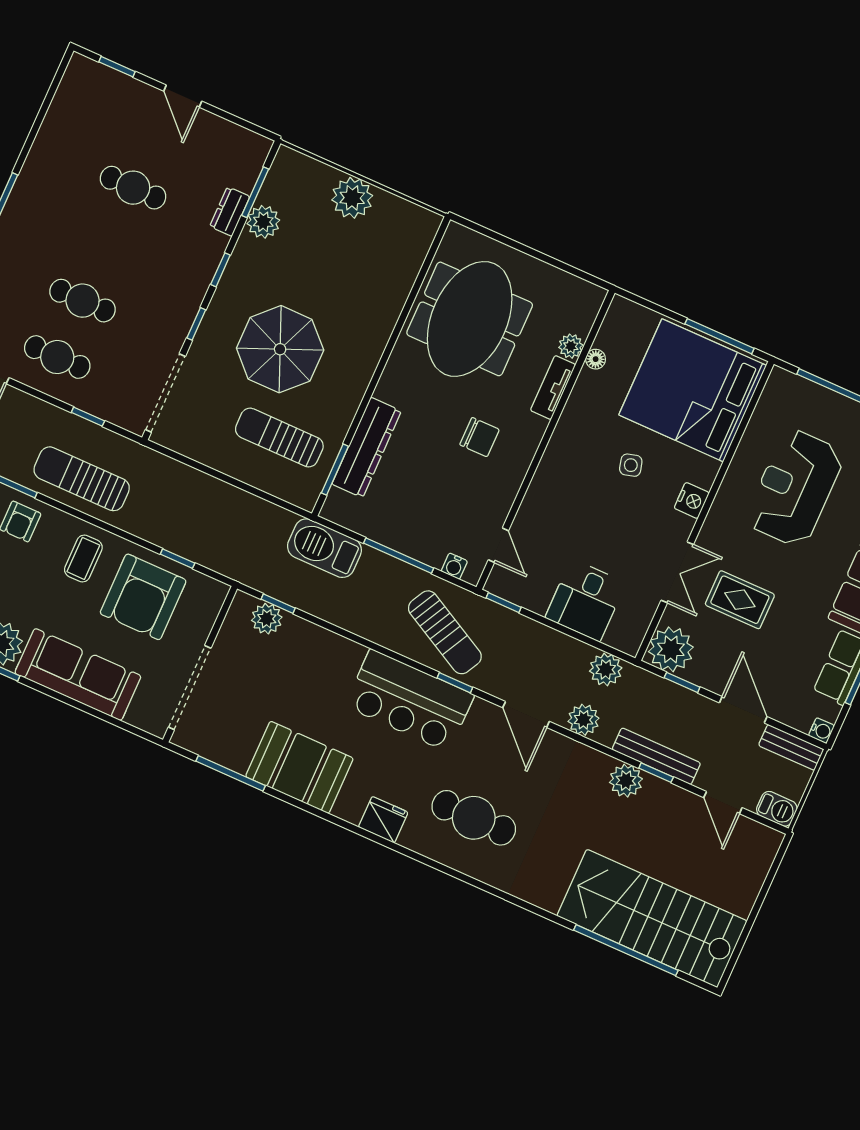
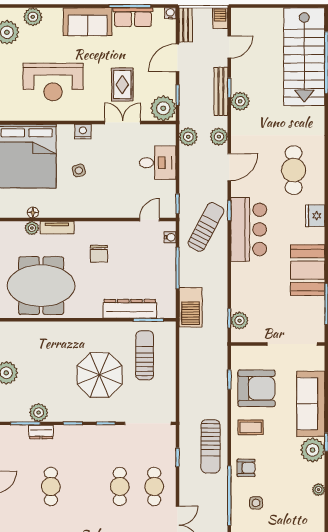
chair: (480, 437) -> (99, 254), turned 180
sun lounger: (279, 438) -> (145, 355), turned 180

